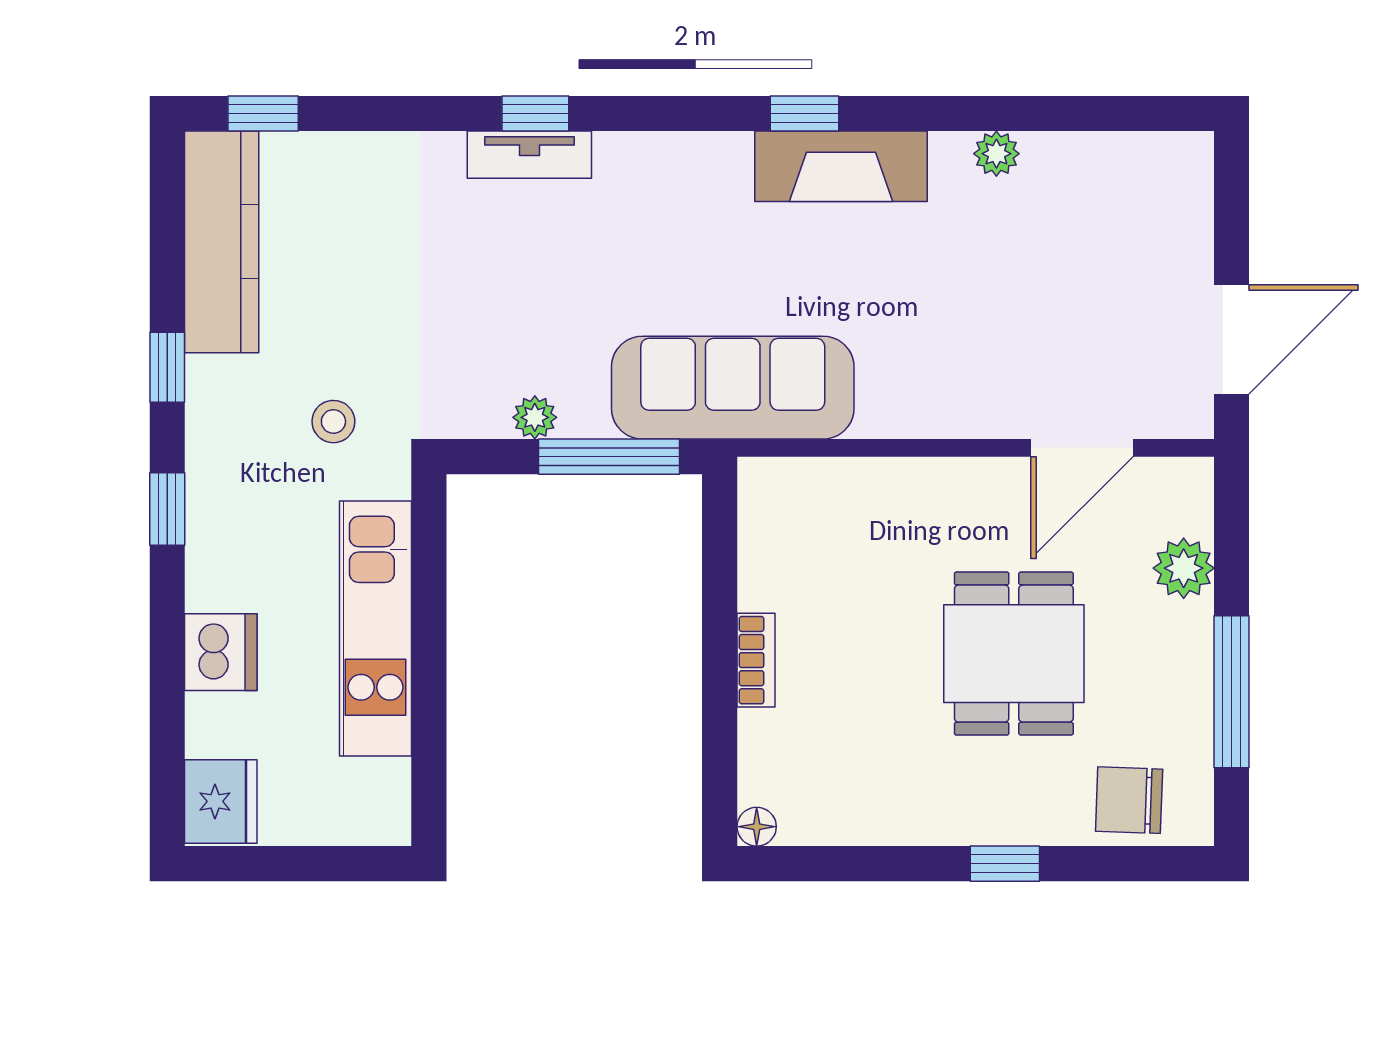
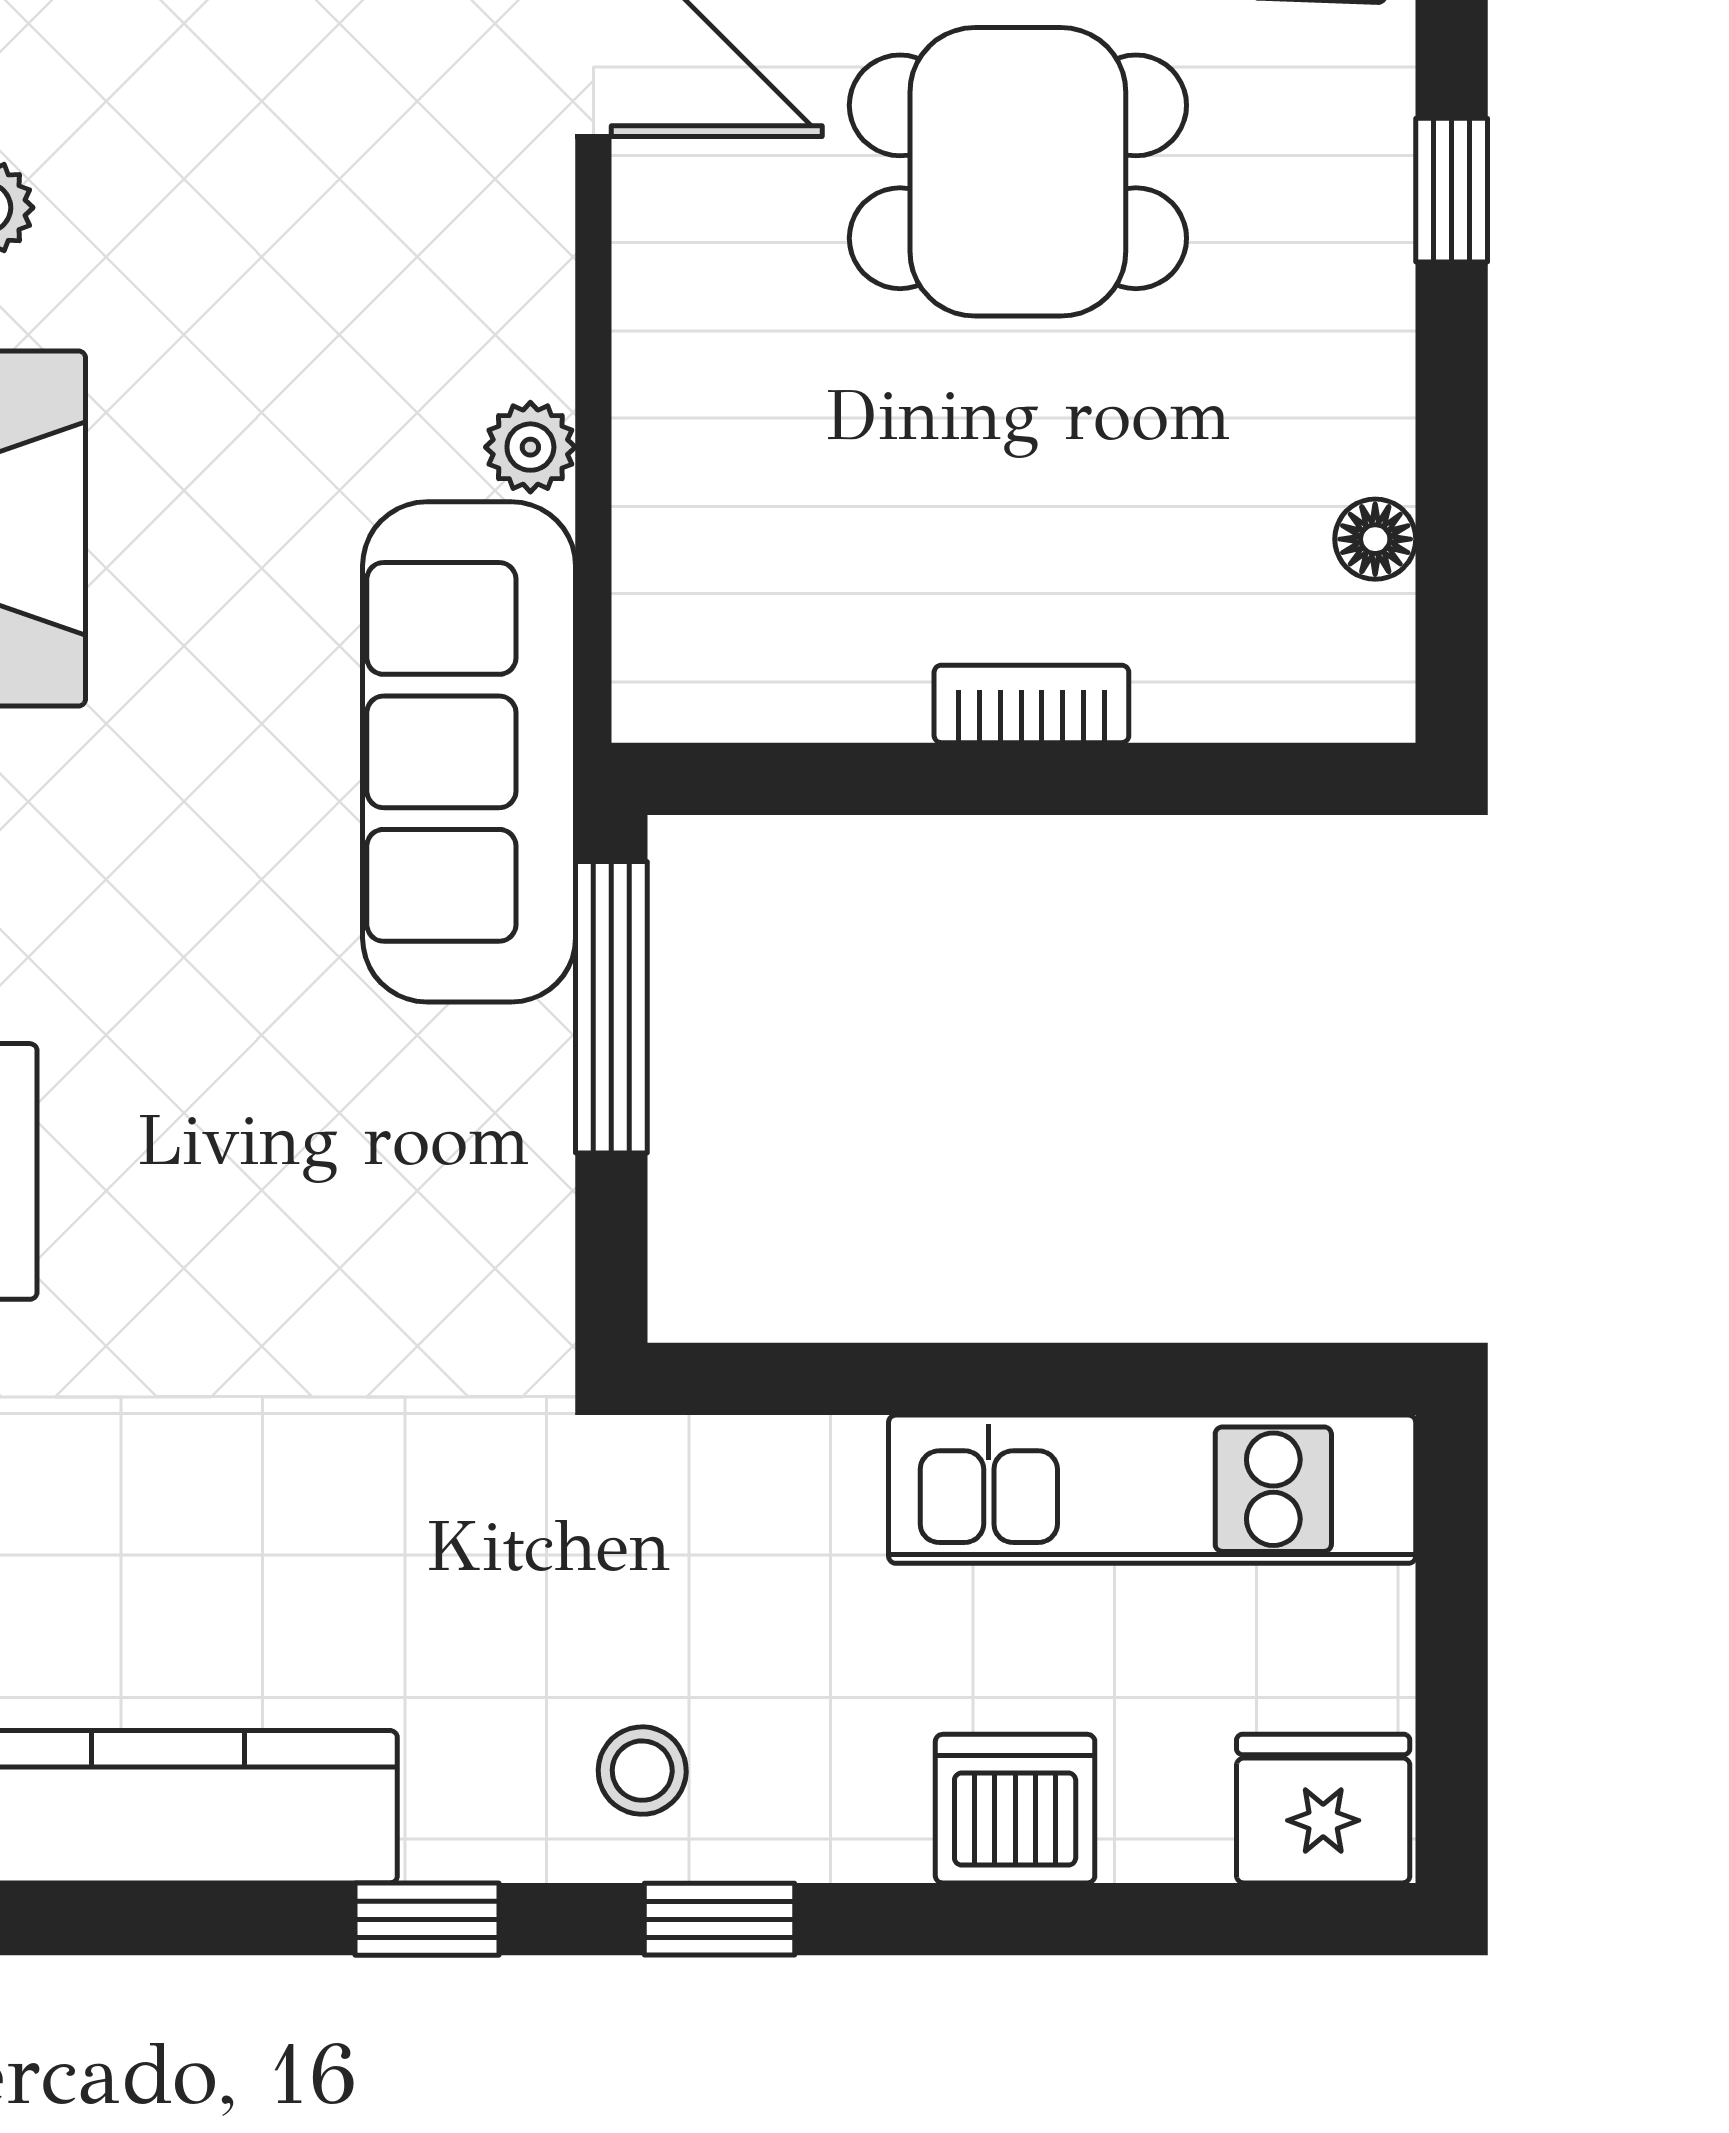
plant: (535, 417) -> (530, 447), moved
stool: (333, 422) -> (642, 1771), moved
kitchen unit: (375, 629) -> (1152, 1489), moved
floor lamp: (757, 827) -> (1375, 539), moved

